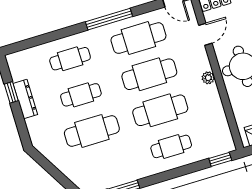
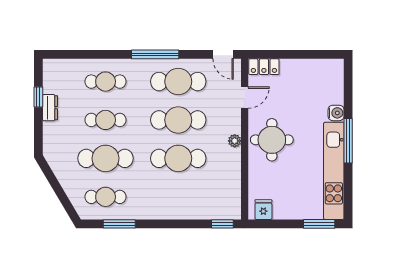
dresser: (25, 99) -> (50, 108), width x0.70
cafe table: (171, 146) -> (106, 197), moved

